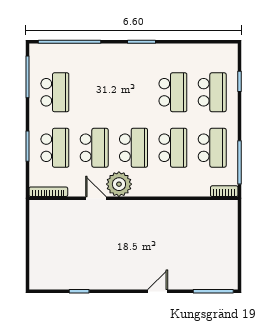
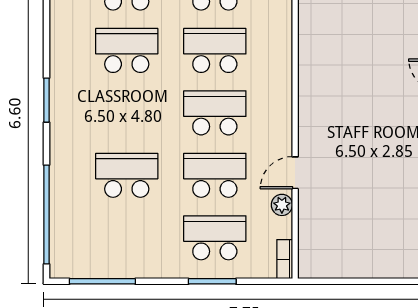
school desk: (55, 92) -> (127, 175), moved
plant: (119, 184) -> (282, 205), moved, width x0.53, depth x0.53
bookcase: (48, 192) -> (285, 259), width x0.64

